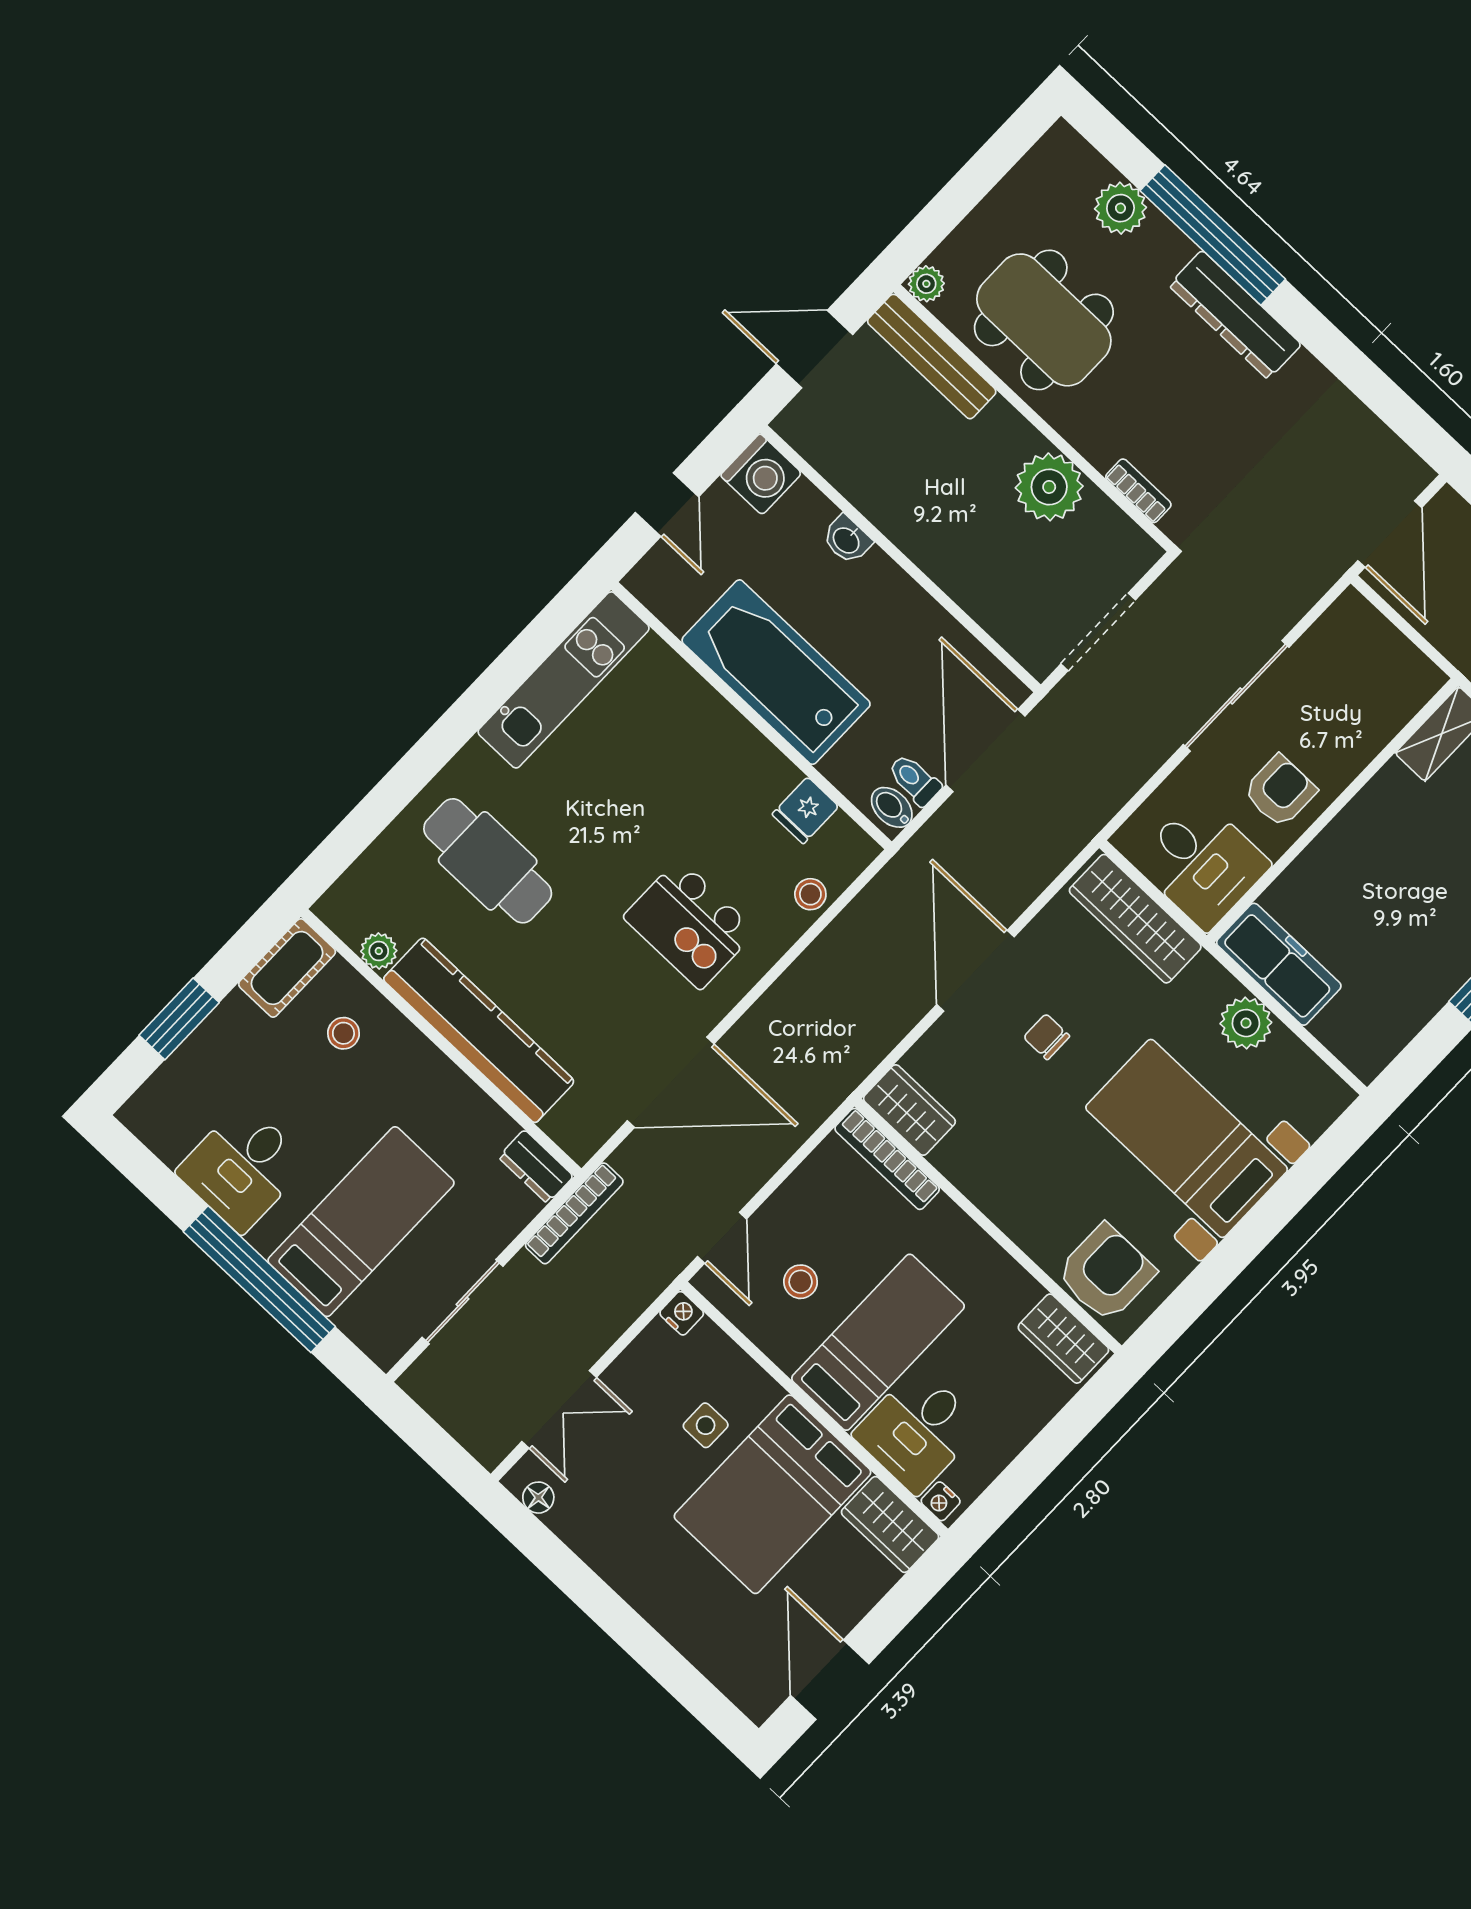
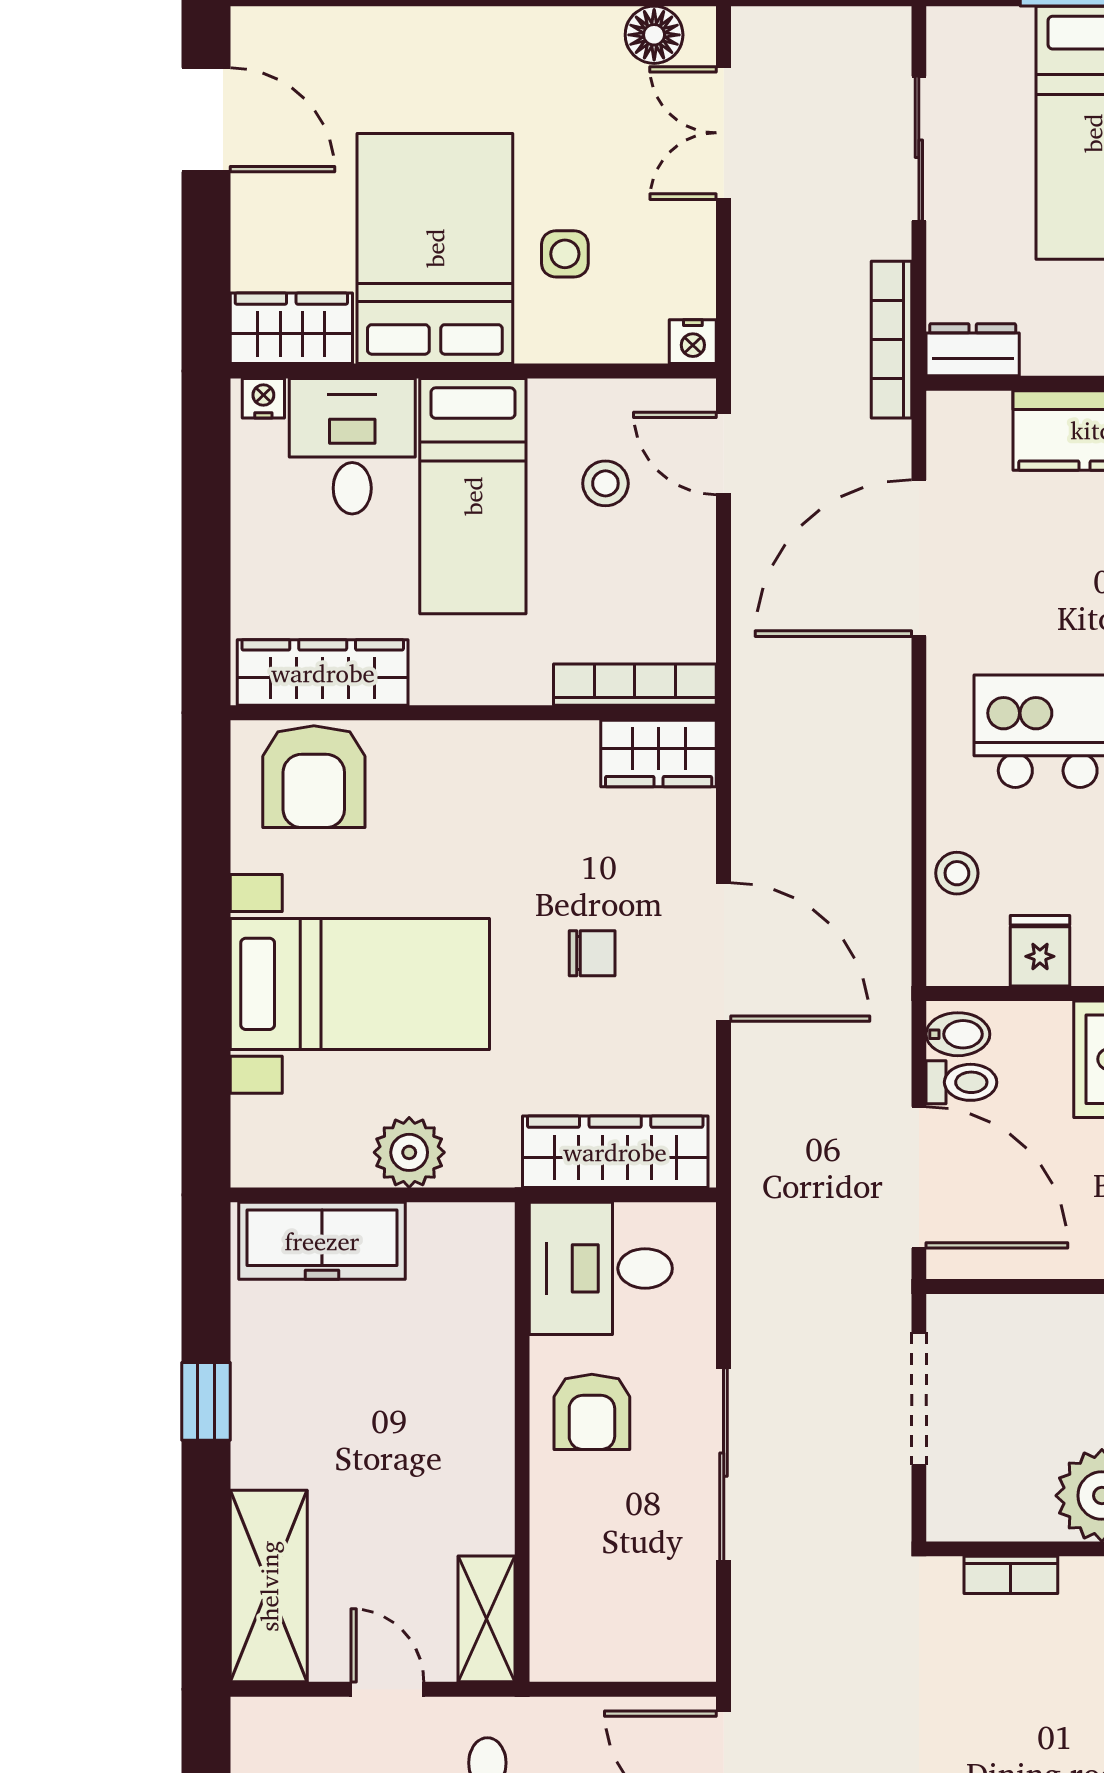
freezer: (1279, 964) -> (322, 1241), moved
wardrobe: (1063, 1339) -> (323, 673), width x1.50
floor lamp: (538, 1498) -> (654, 35), width x1.37, depth x1.37

